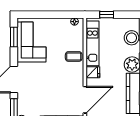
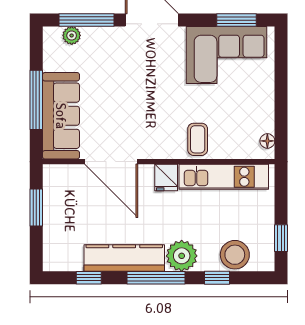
window: (107, 15) -> (281, 238), moved

